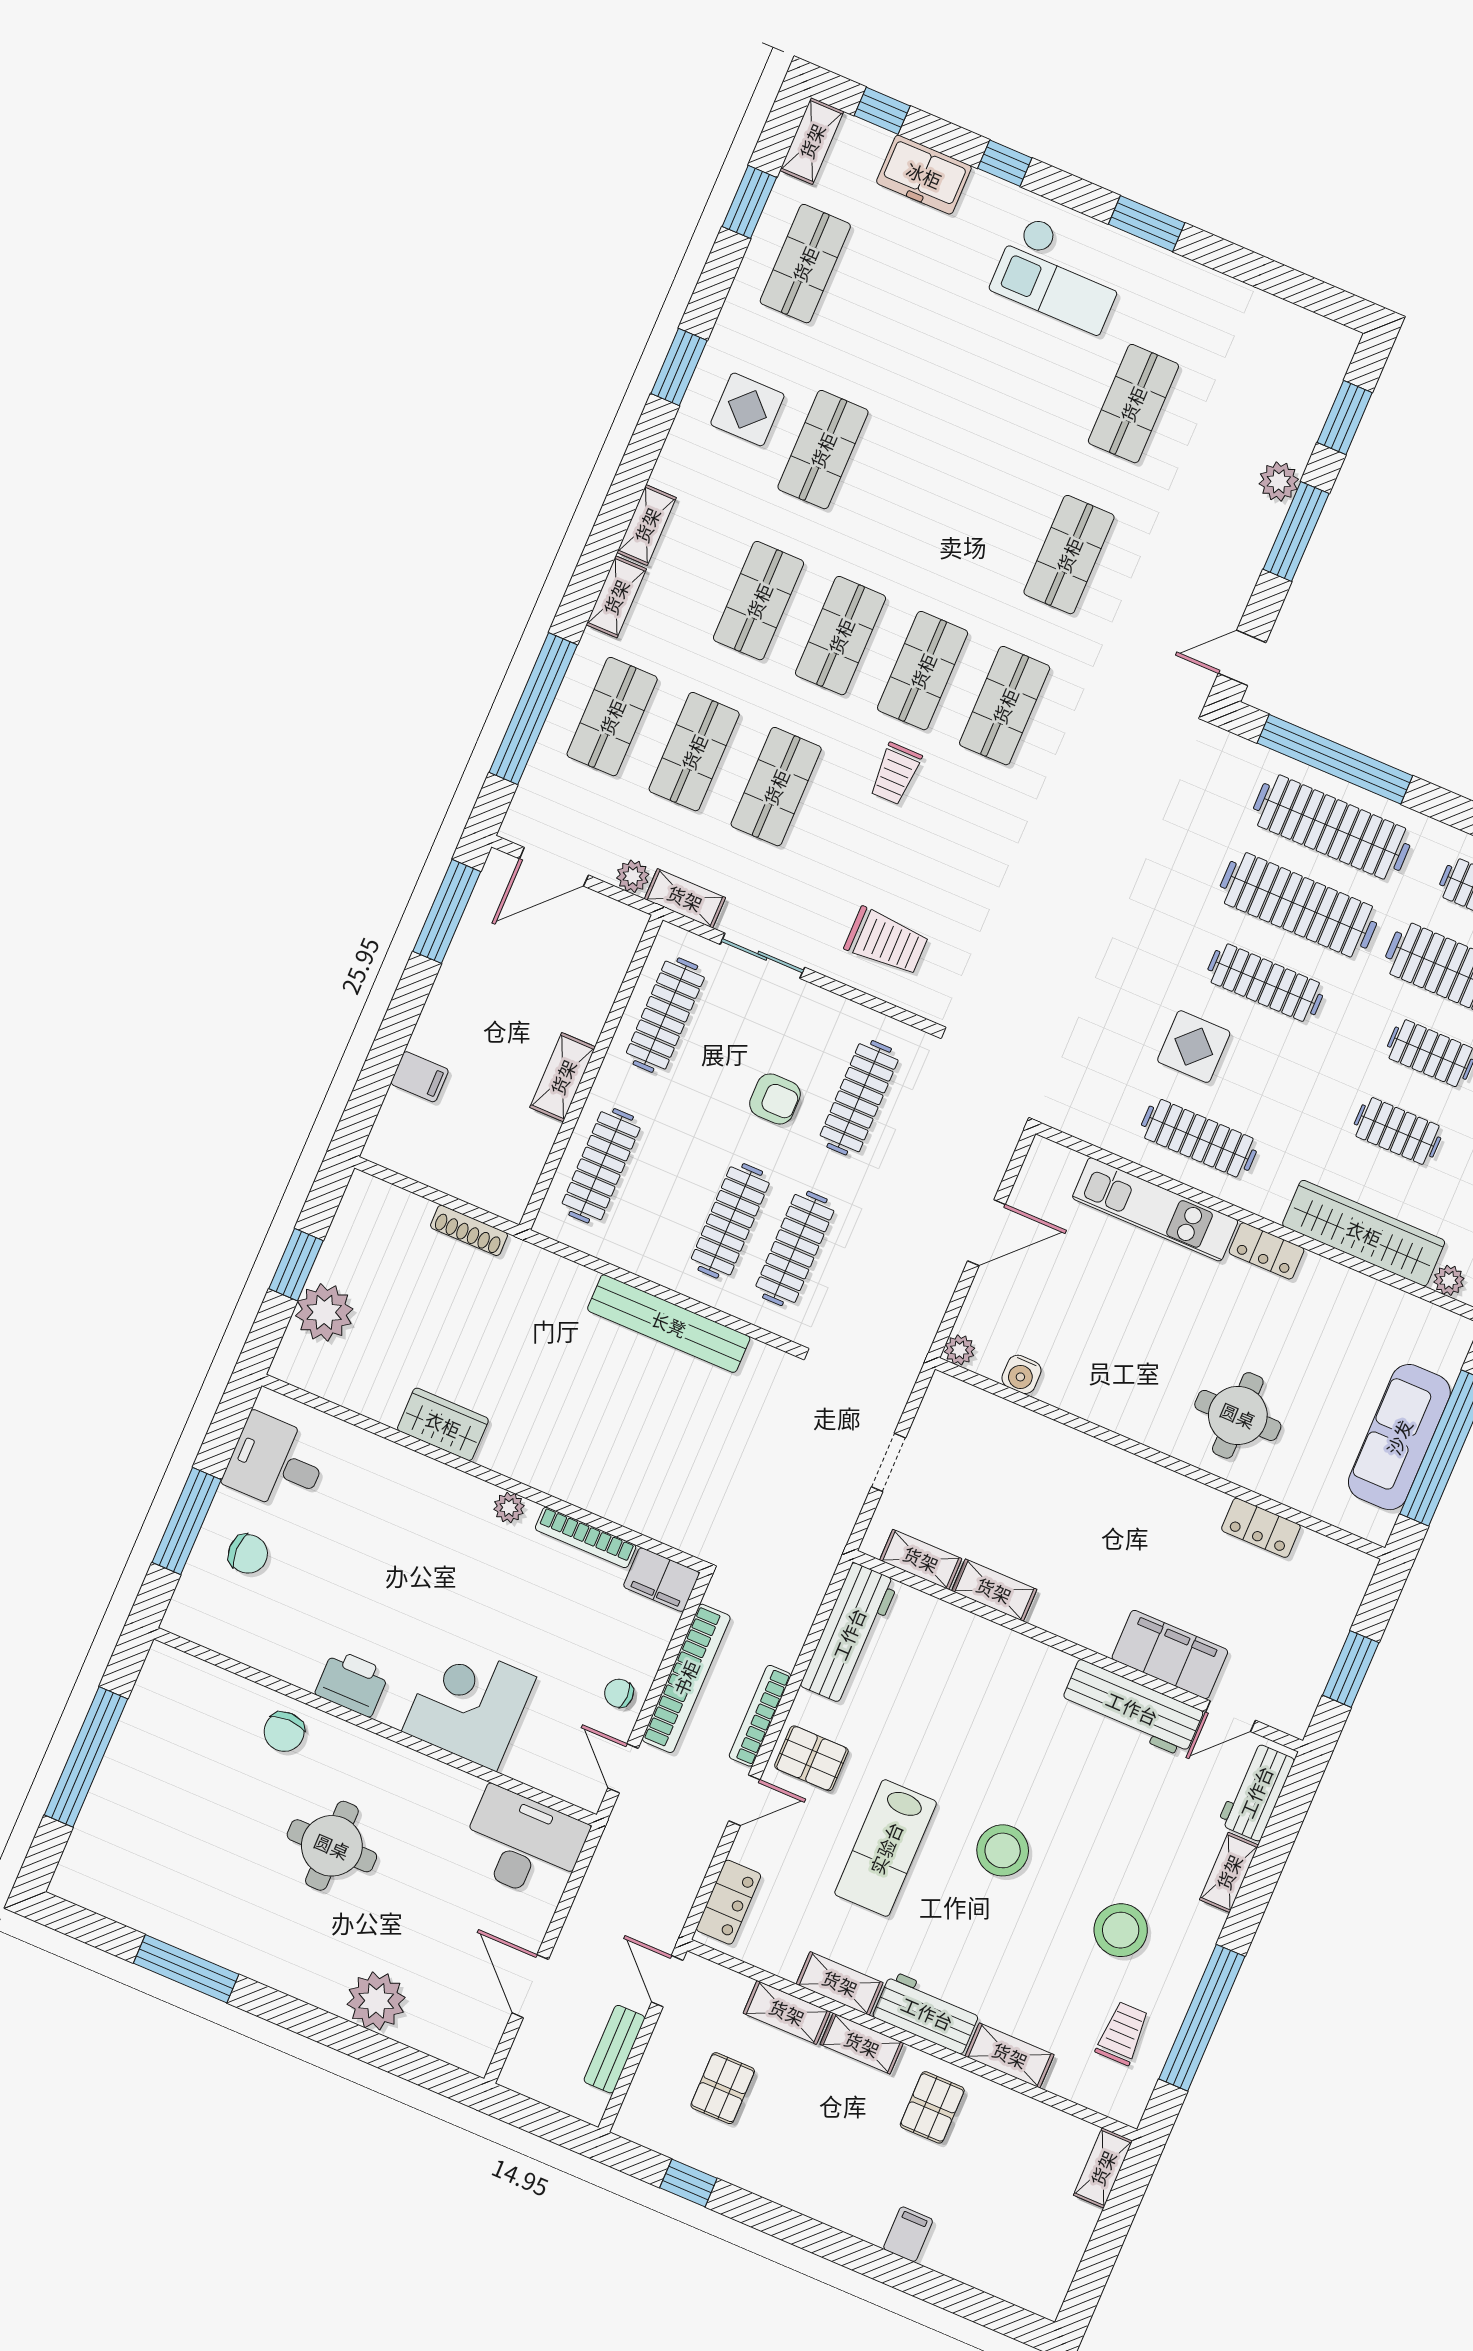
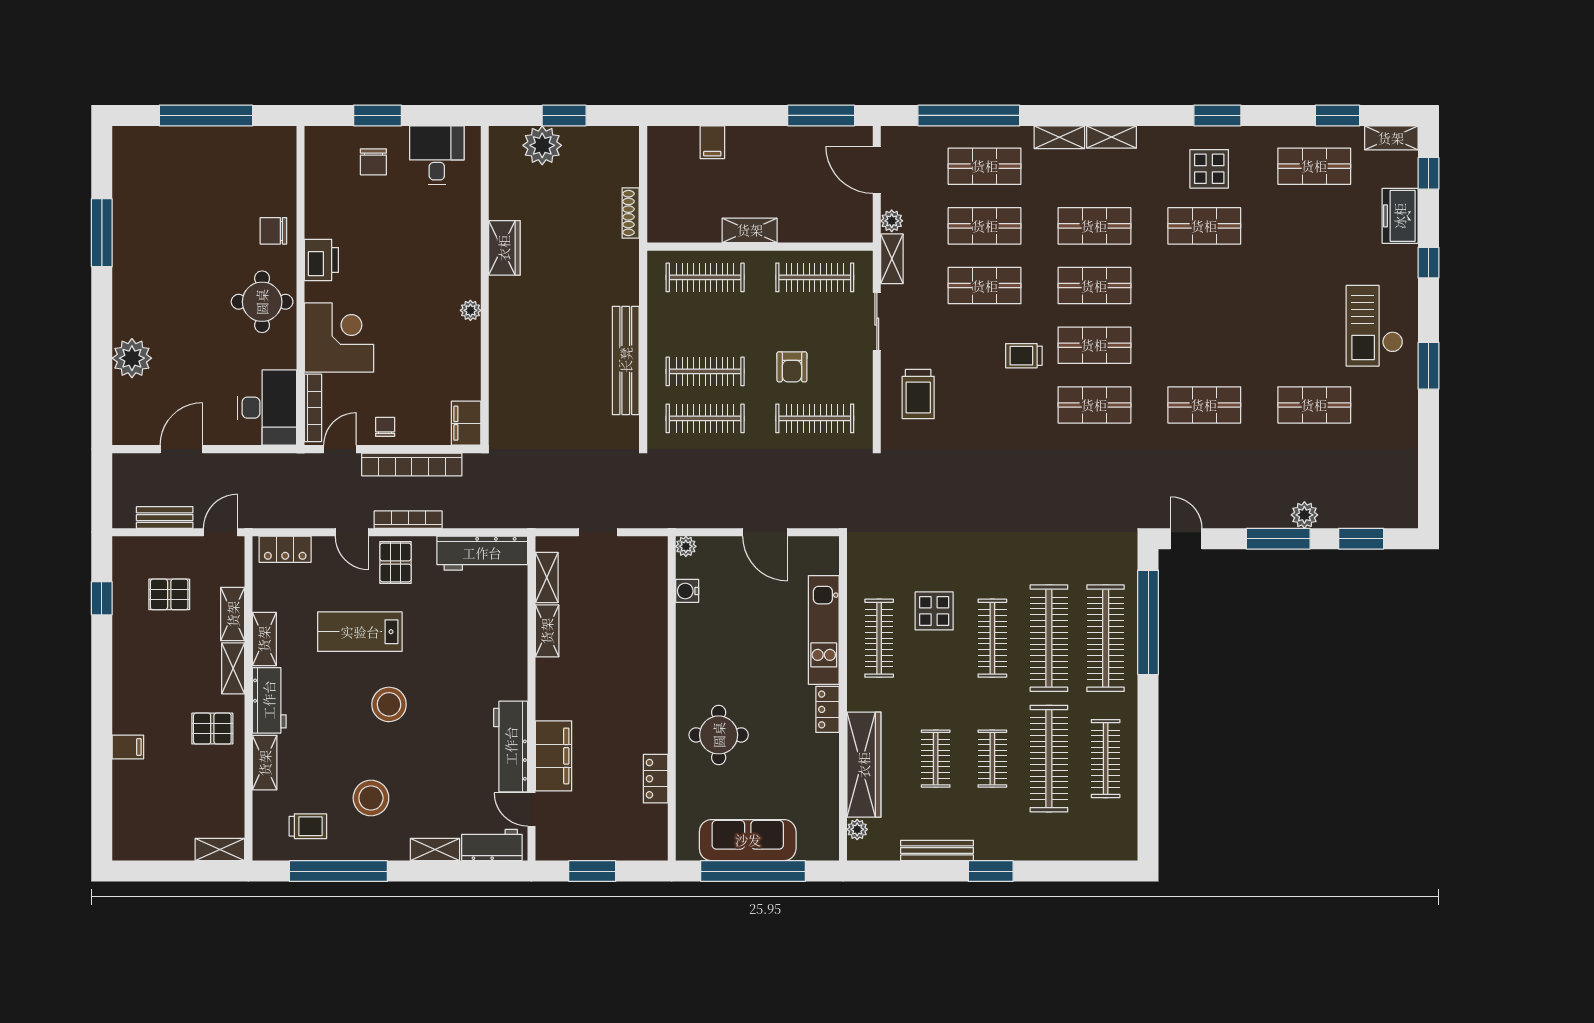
window: (187, 1521) -> (378, 115), width x0.69
bookcase: (586, 1537) -> (313, 408), moved, turned 180
round table: (332, 1846) -> (262, 302), moved

